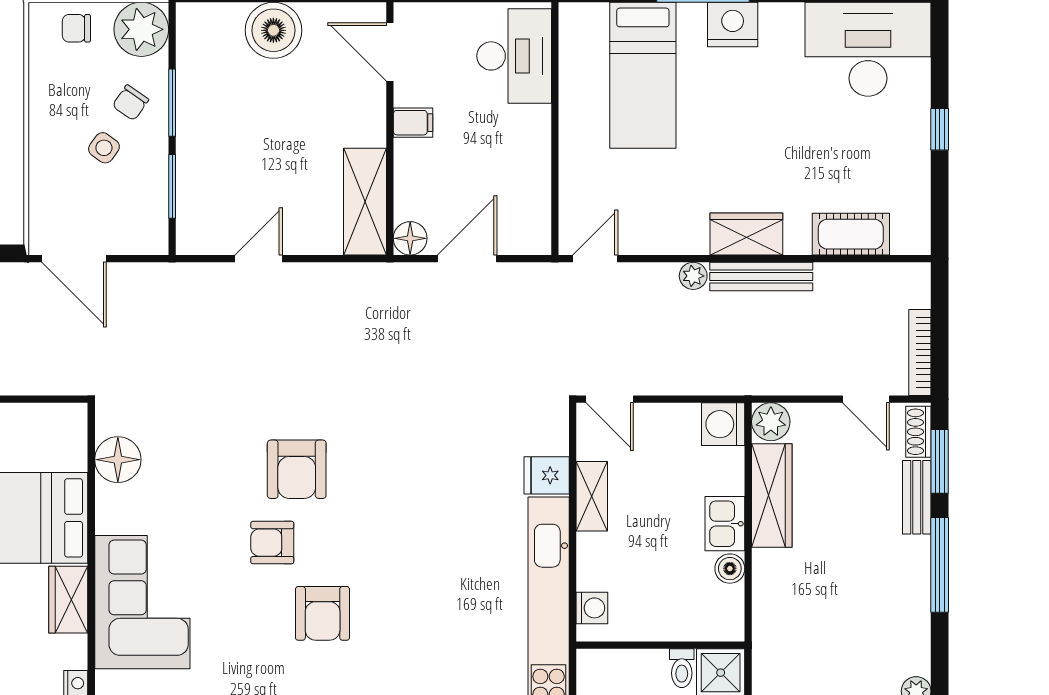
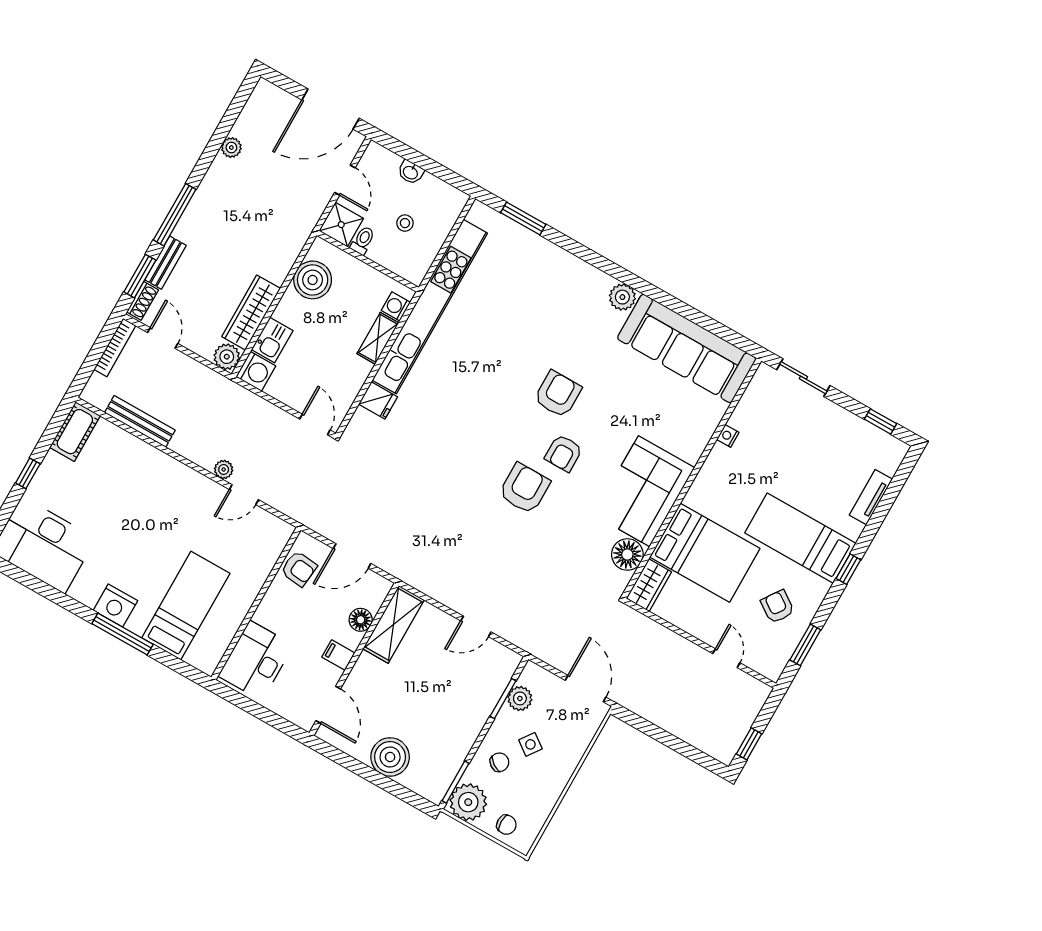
window: (172, 103) -> (456, 782), moved
plant: (151, 199) -> (520, 698), added
armchair: (526, 204) -> (299, 569), added
wardrobe: (746, 234) -> (178, 476), removed
cot: (851, 234) -> (75, 432), moved, turned 90
floor lamp: (410, 238) -> (361, 620), moved
door: (595, 259) -> (244, 495), moved
bench: (761, 277) -> (140, 421), moved
shelving: (592, 496) -> (378, 338), moved
kitchen sink: (725, 524) -> (272, 340), moved
armchair: (272, 543) -> (564, 453), turned 90
boiler: (730, 569) -> (313, 280), width x1.86, depth x1.86
wardrobe: (68, 600) -> (649, 585), moved
corner sofa: (142, 602) -> (644, 491), moved

